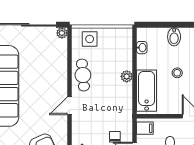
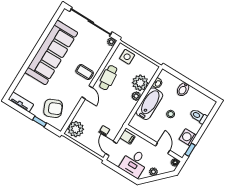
plant: (122, 59) -> (140, 83), added
coffee table: (53, 85) -> (85, 72), added
bathtub: (147, 91) -> (149, 104), moved
door: (69, 106) -> (87, 92), swing flipped

